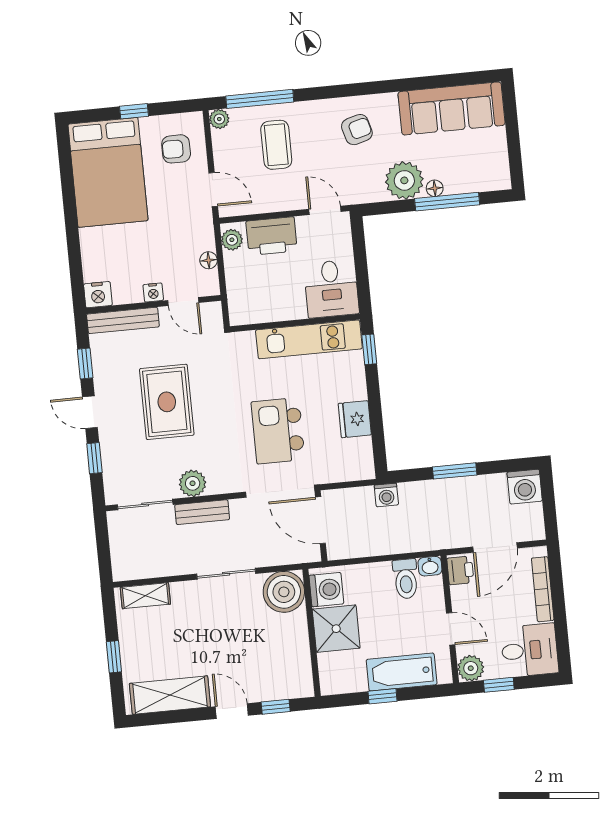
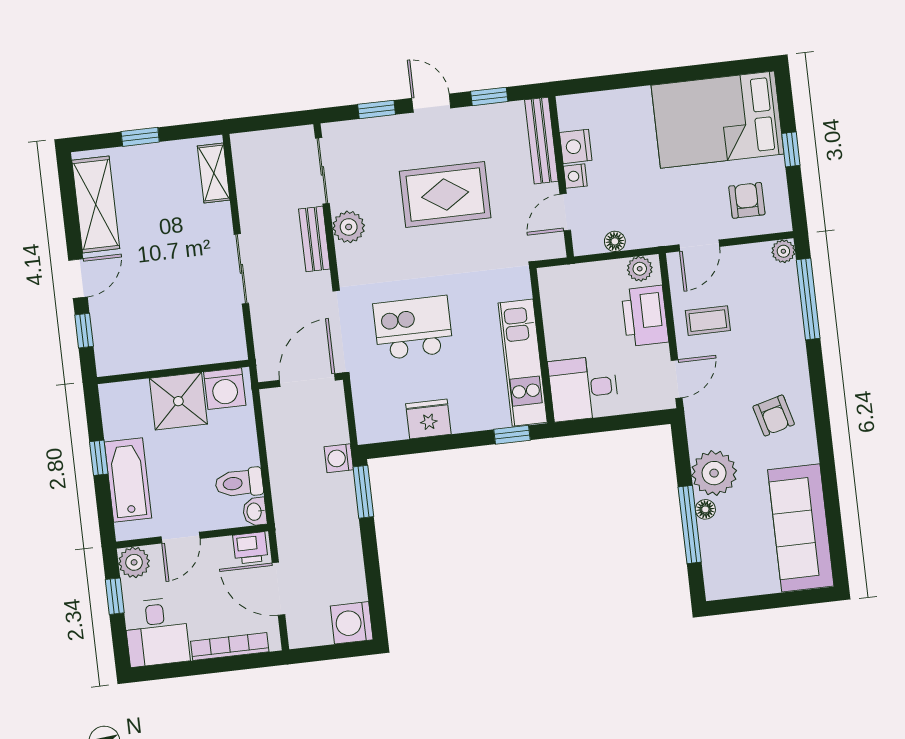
coffee table: (276, 145) -> (708, 321), moved, width x0.73, depth x0.77
nightstand: (98, 295) -> (576, 146), moved
door: (90, 412) -> (431, 103), hinge flipped
window: (455, 471) -> (363, 492), moved
boiler: (284, 592) -> (221, 338), removed

